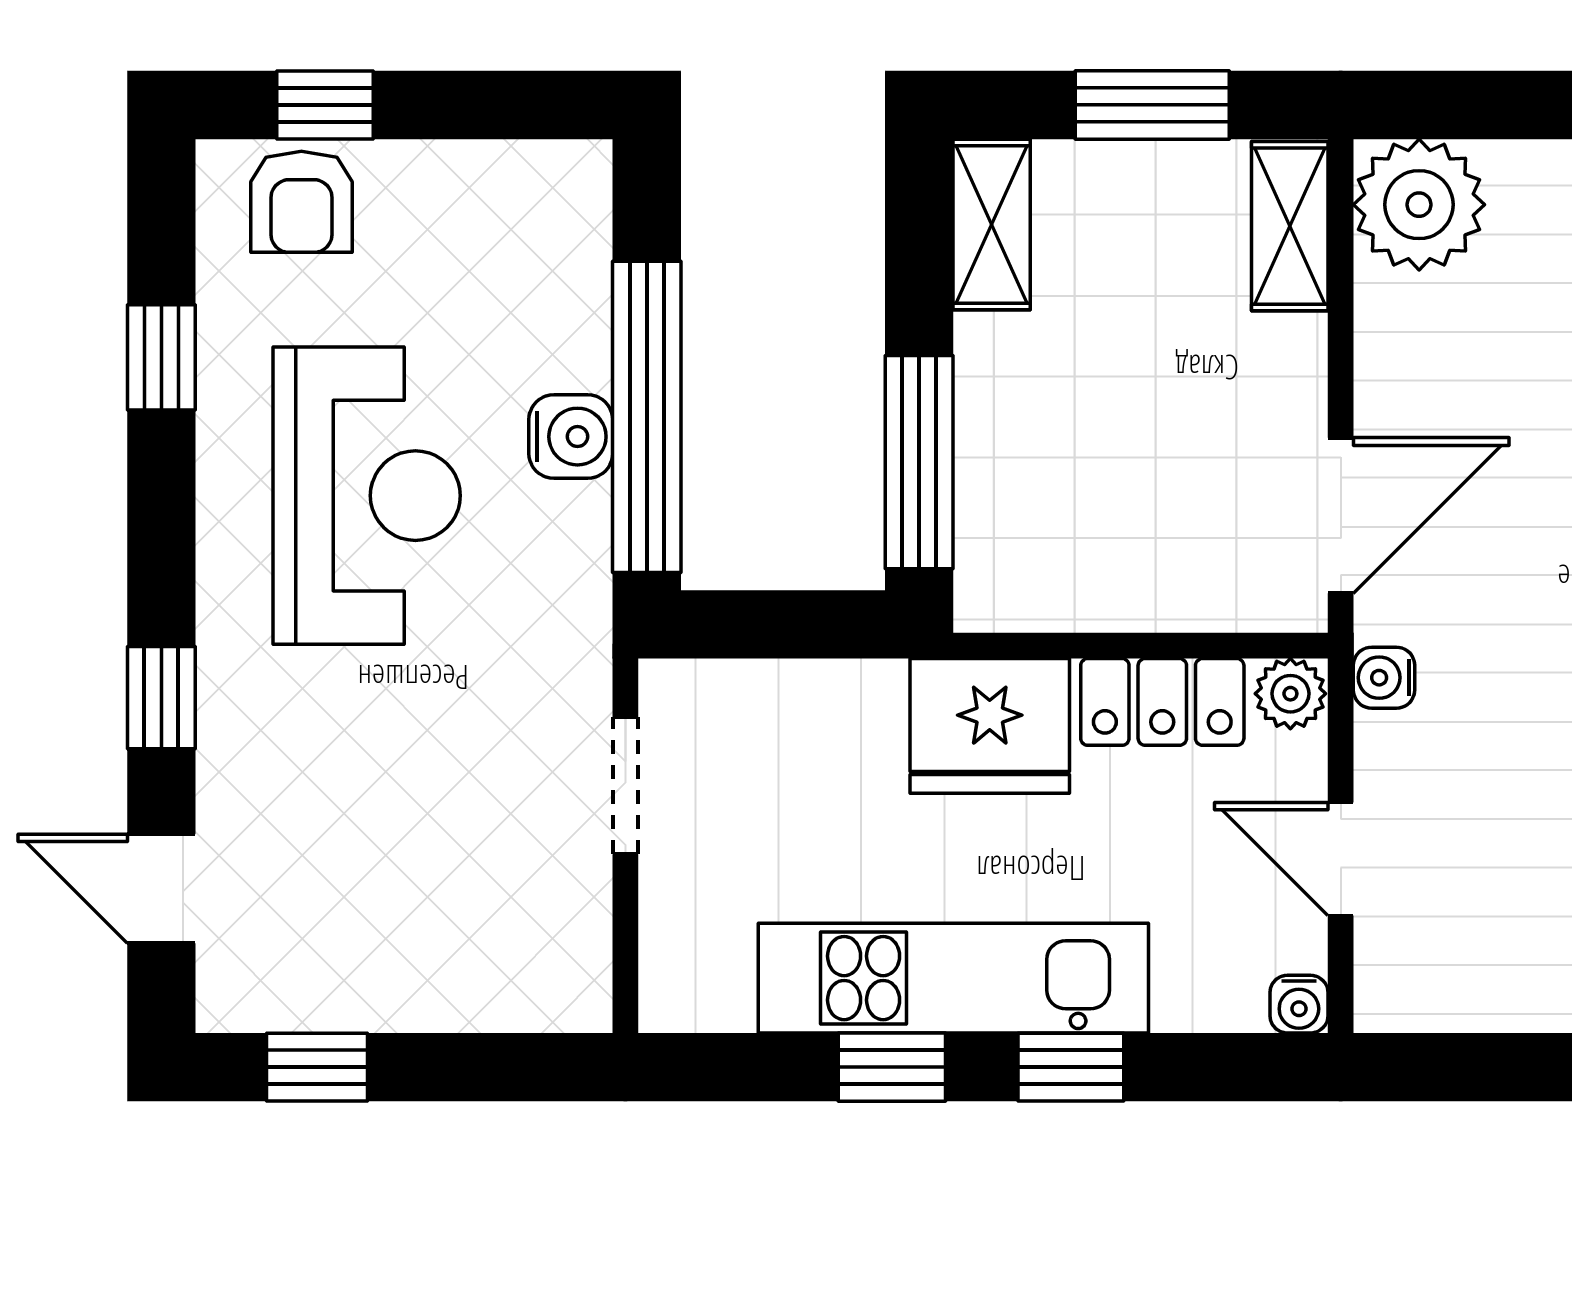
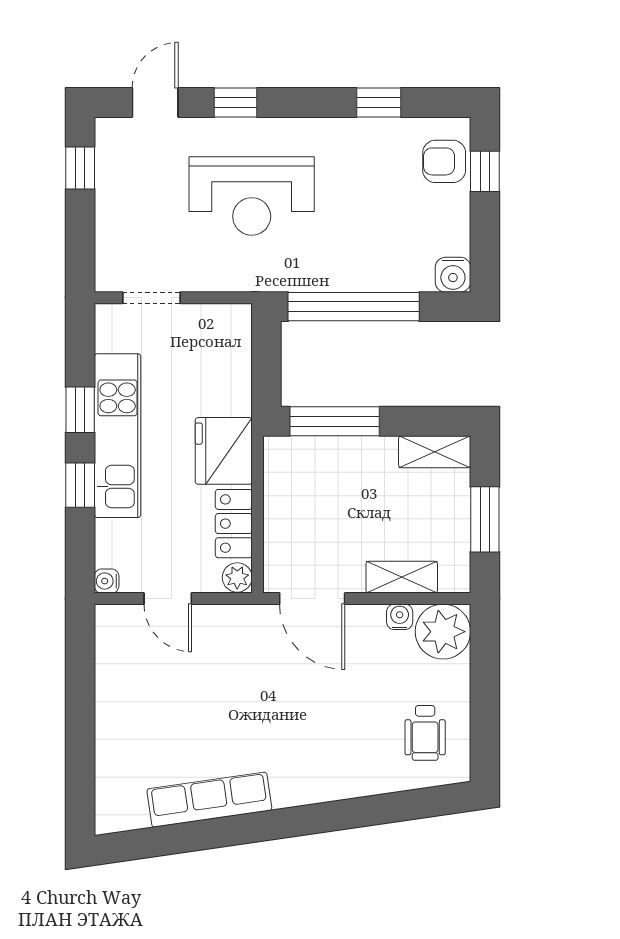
shelving: (1290, 226) -> (402, 577), moved
water cooler: (571, 437) -> (453, 275), moved
reception desk: (367, 496) -> (252, 196), moved
water cooler: (1384, 678) -> (400, 617), moved
doorway: (625, 786) -> (152, 298), moved
door: (1341, 859) -> (168, 599), swing flipped

